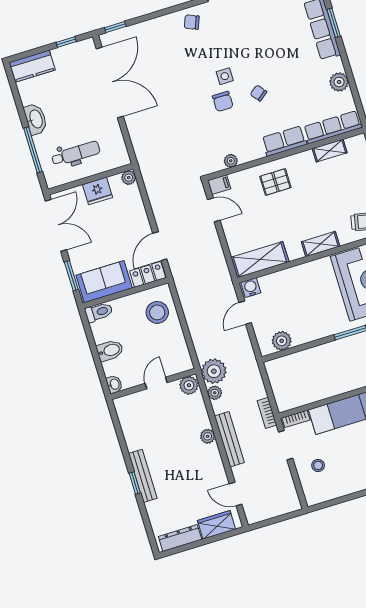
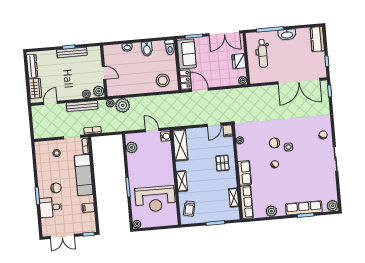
door: (156, 383) -> (104, 73), moved
wall: (153, 384) -> (104, 71), moved
plant: (189, 385) -> (99, 91), moved

